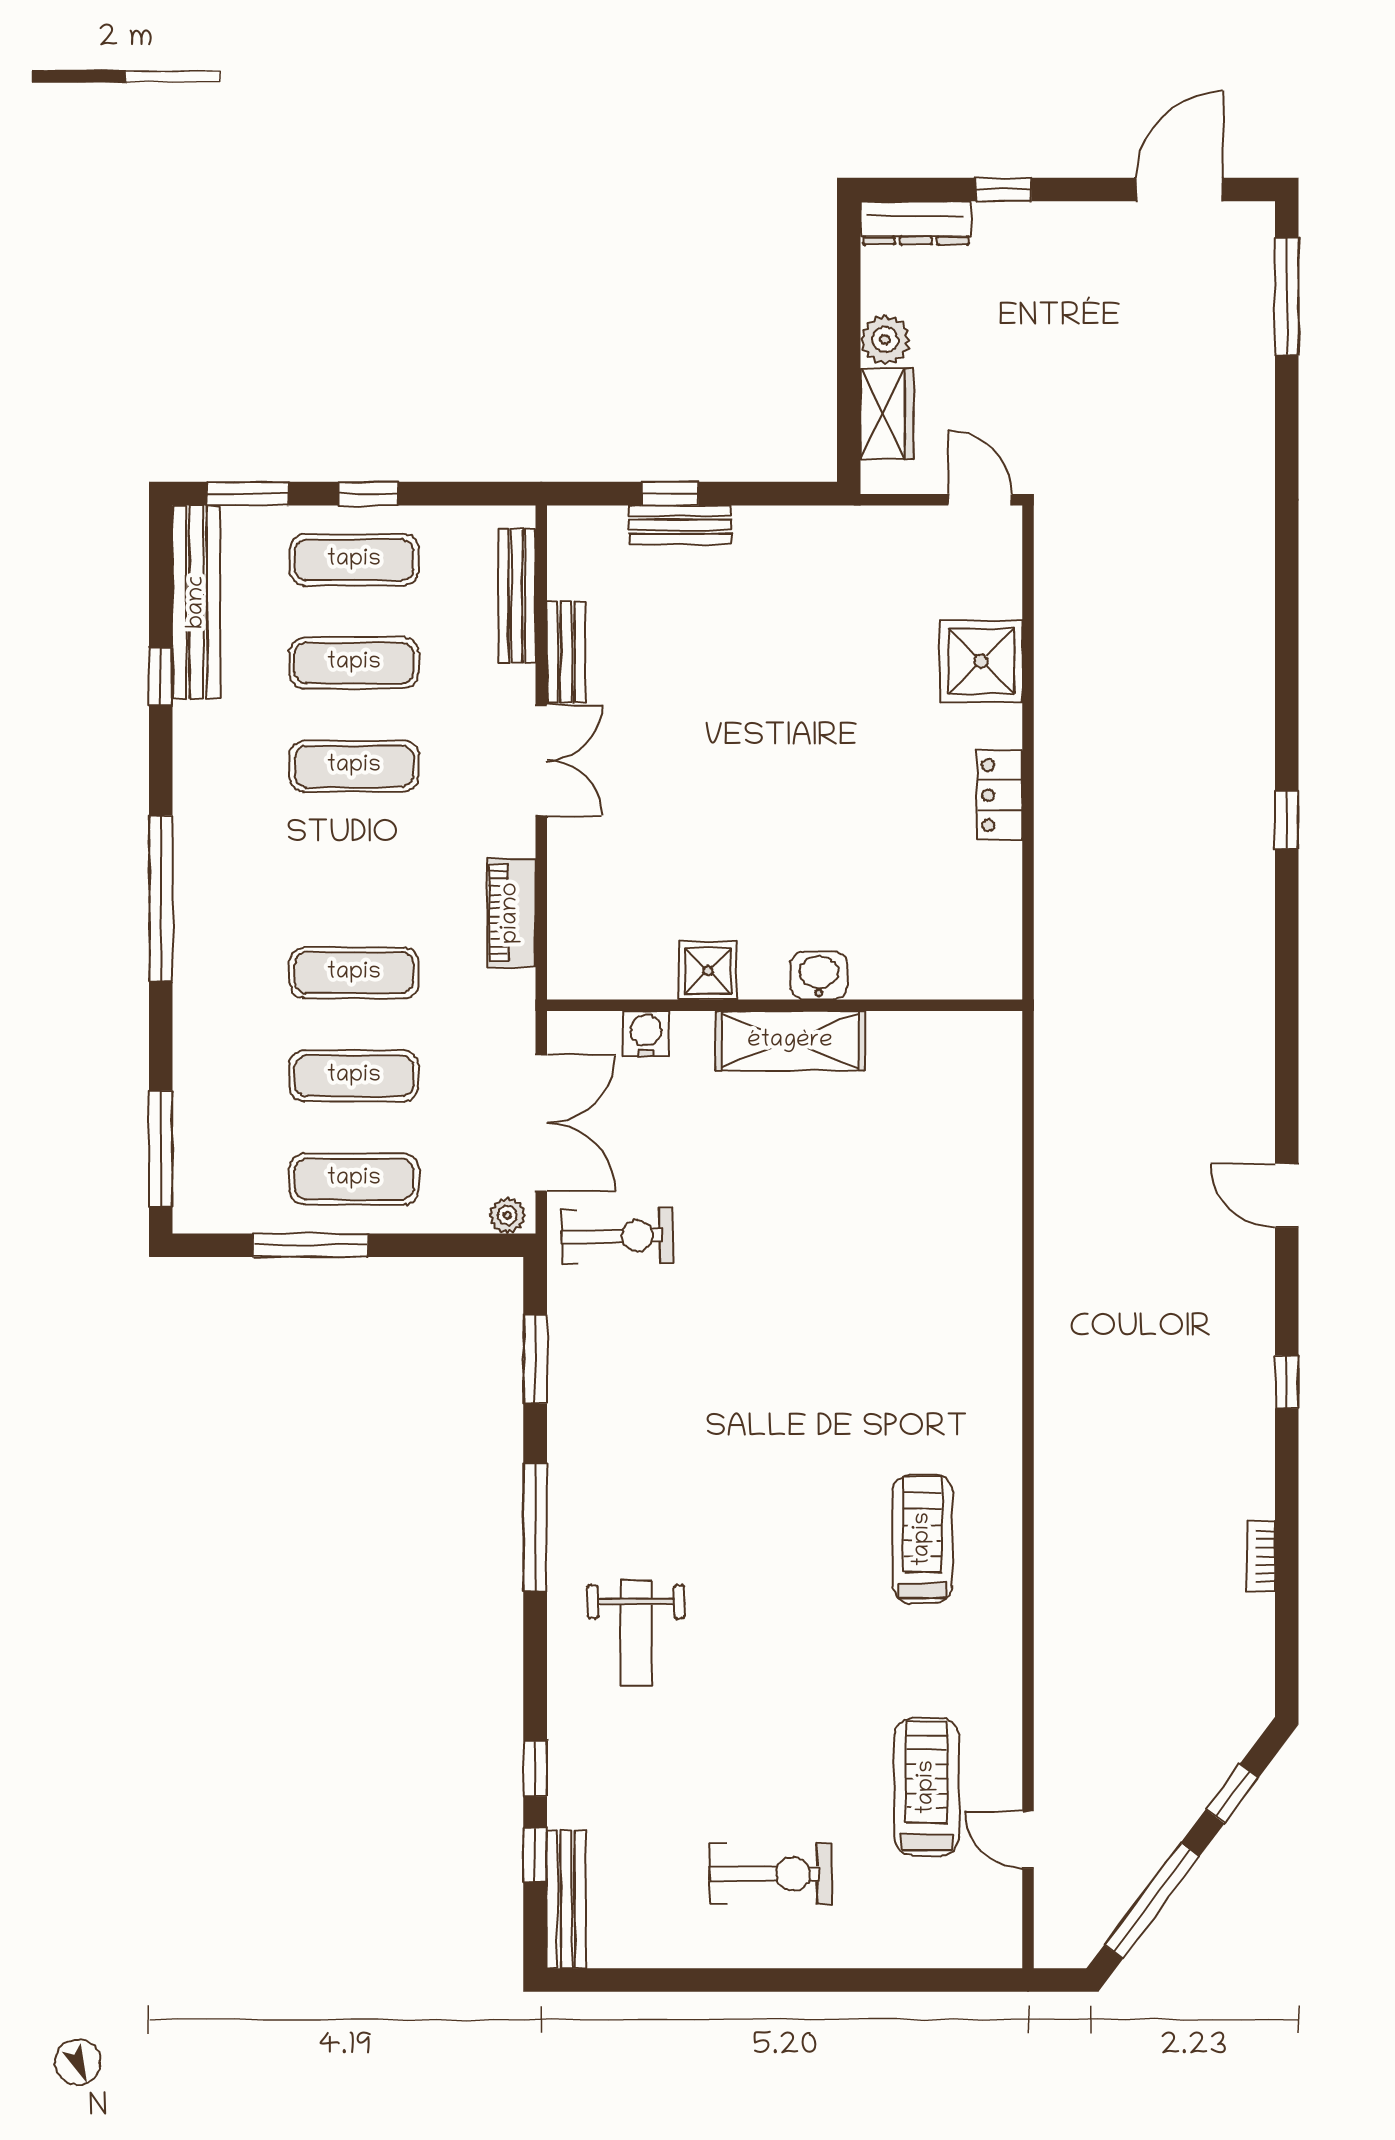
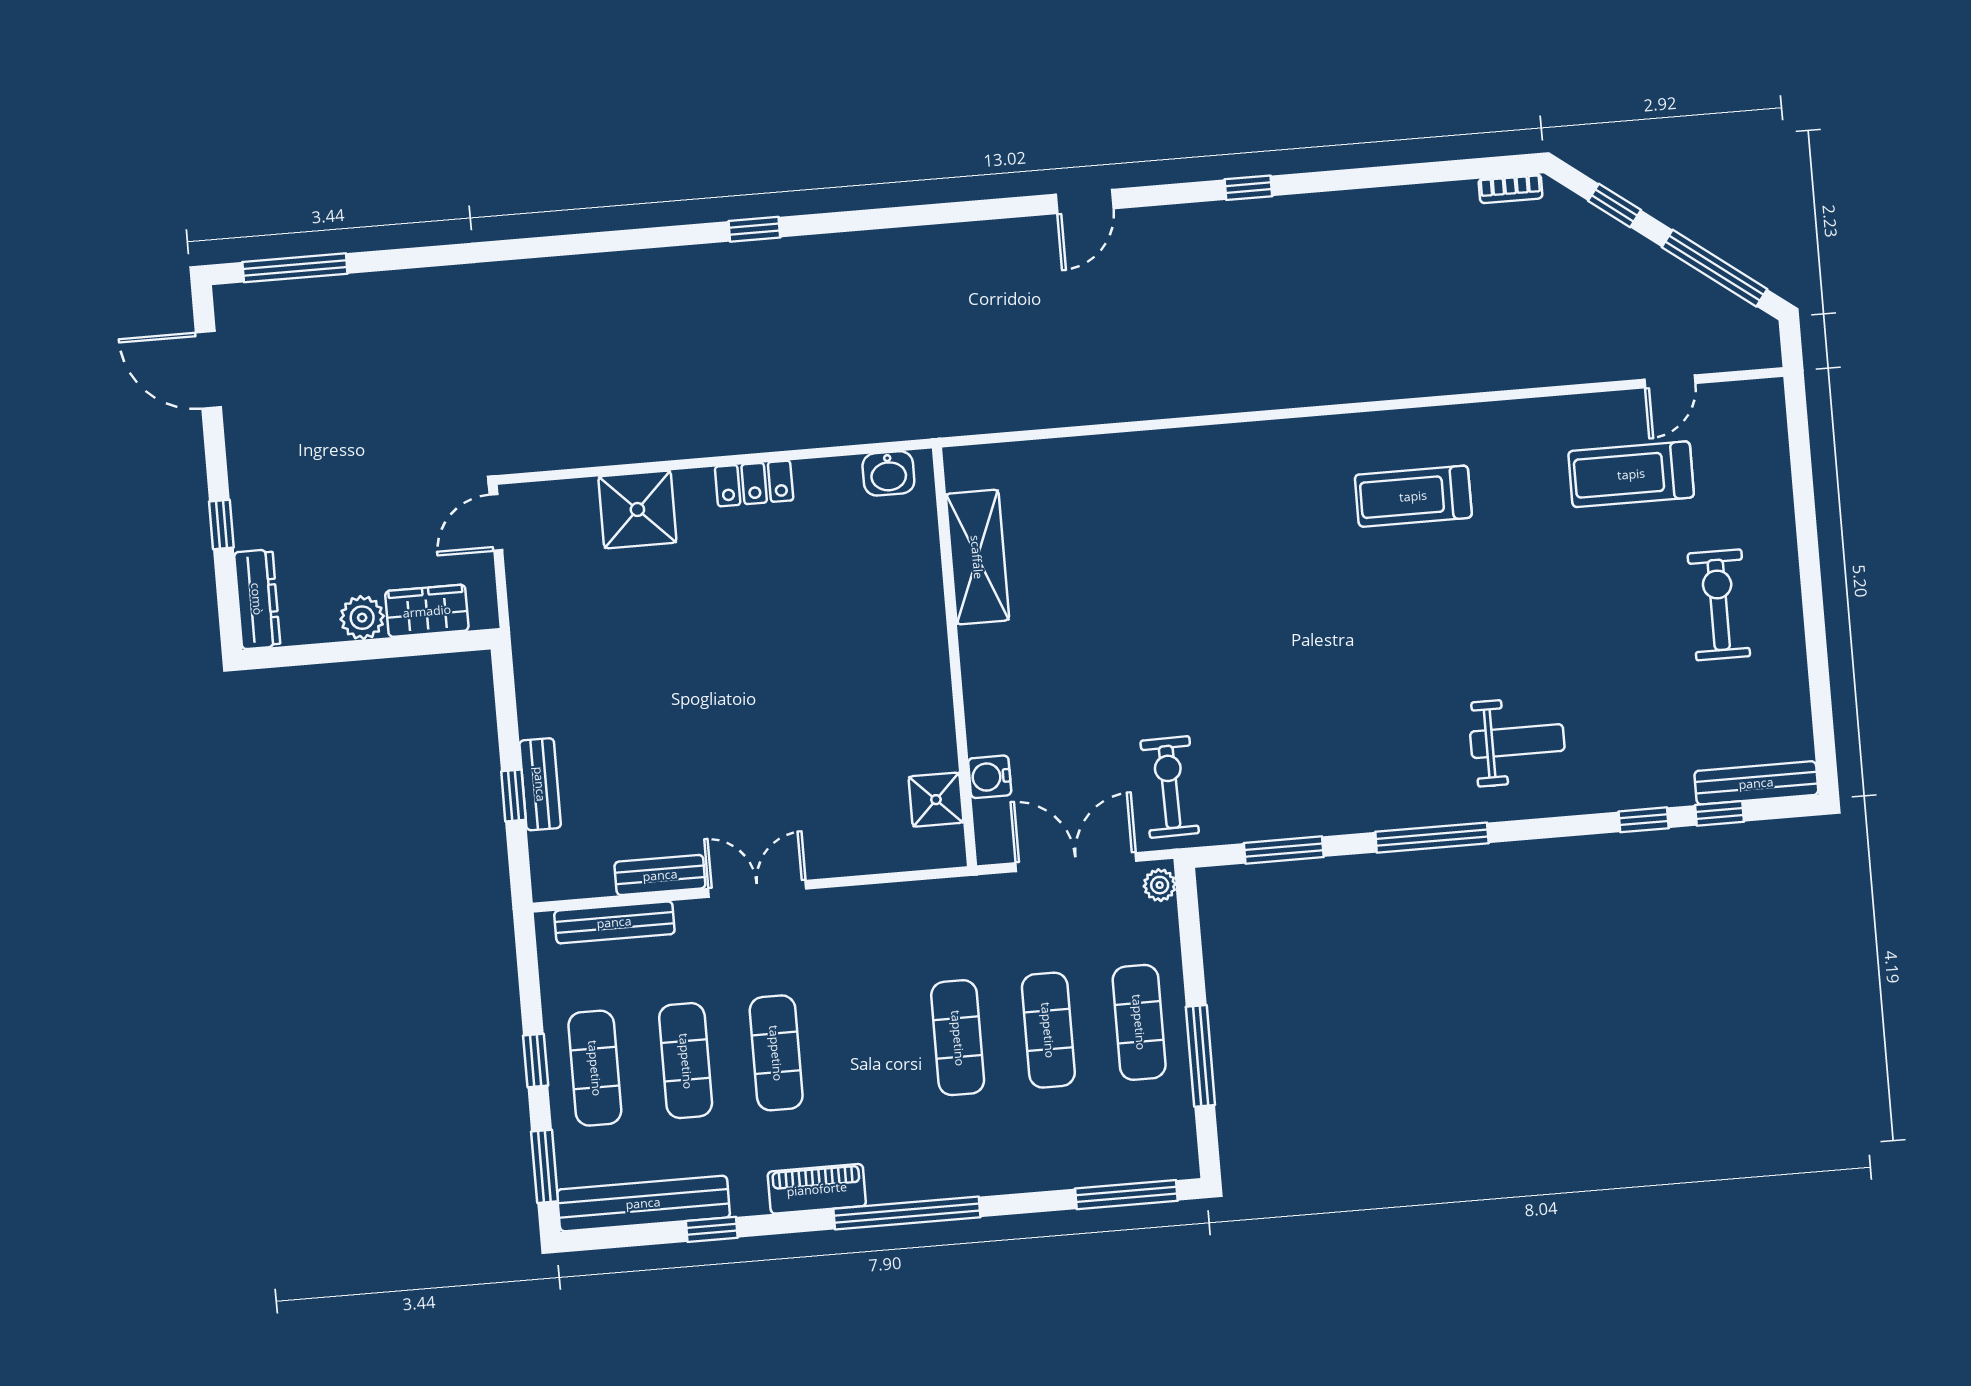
piano: (511, 913) -> (817, 1189), moved, turned 180
shower: (708, 971) -> (936, 800), moved
washbasin: (819, 975) -> (888, 473), moved, turned -90
shelving: (790, 1041) -> (977, 557), moved
bookcase: (1261, 1556) -> (1511, 189), moved

